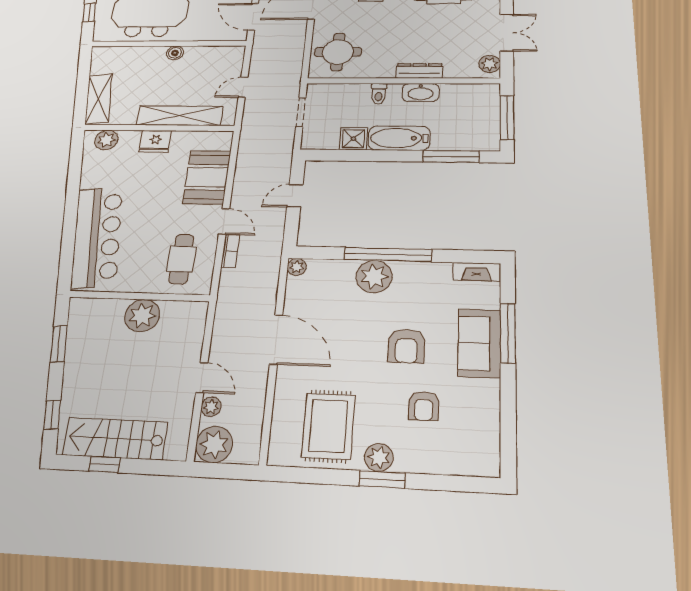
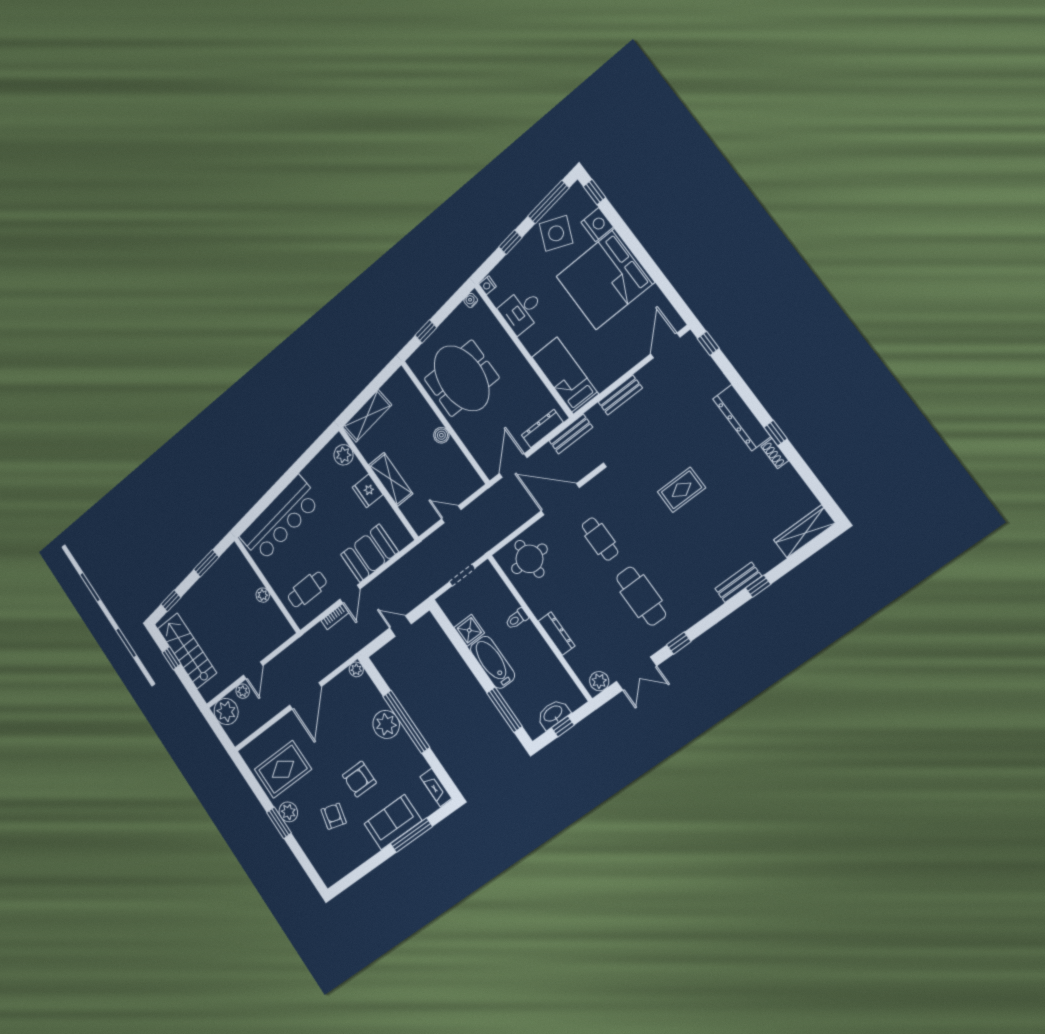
washbasin: (421, 92) -> (553, 714), moved, turned 90
shelving: (180, 116) -> (391, 479), width x0.68
window: (507, 118) -> (563, 726), width x0.46
plant: (142, 316) -> (263, 595), width x0.53, depth x0.53
armchair: (424, 406) -> (334, 816), turned 105

